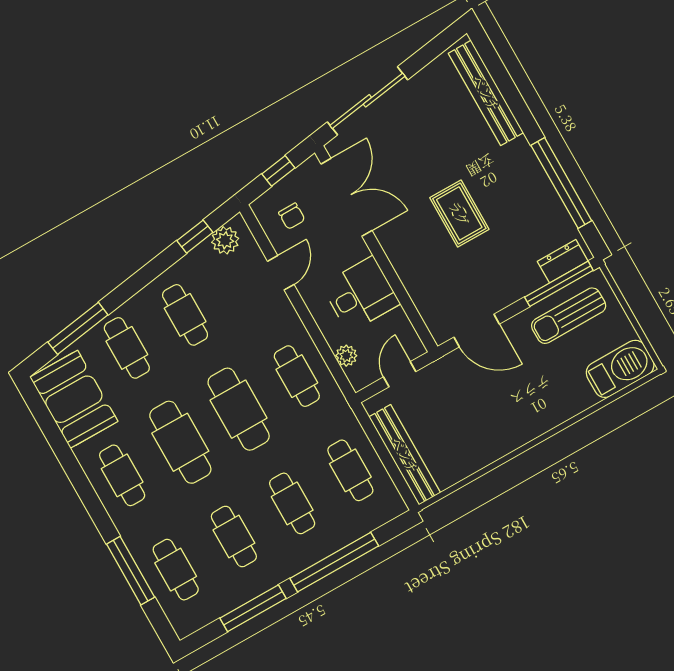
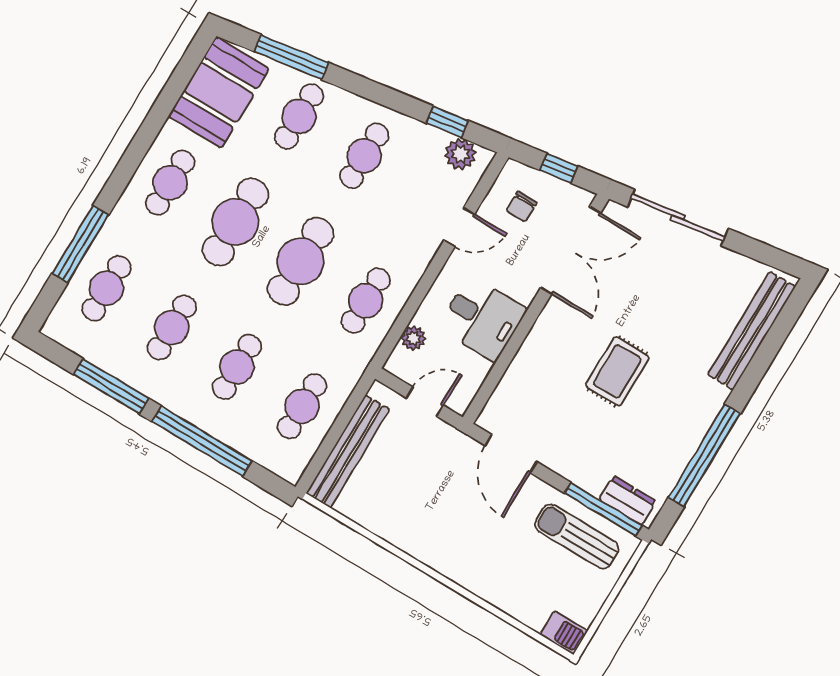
barbecue: (620, 369) -> (564, 633), width x0.53, depth x0.65

